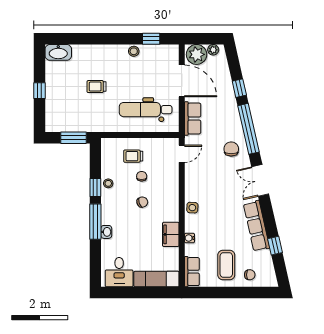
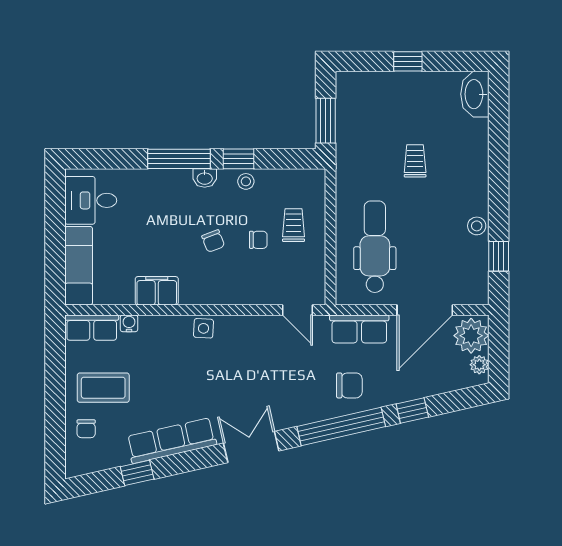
chair: (231, 149) -> (349, 385), moved
washbasin: (106, 232) -> (205, 178), moved
water cooler: (189, 238) -> (129, 323), moved

